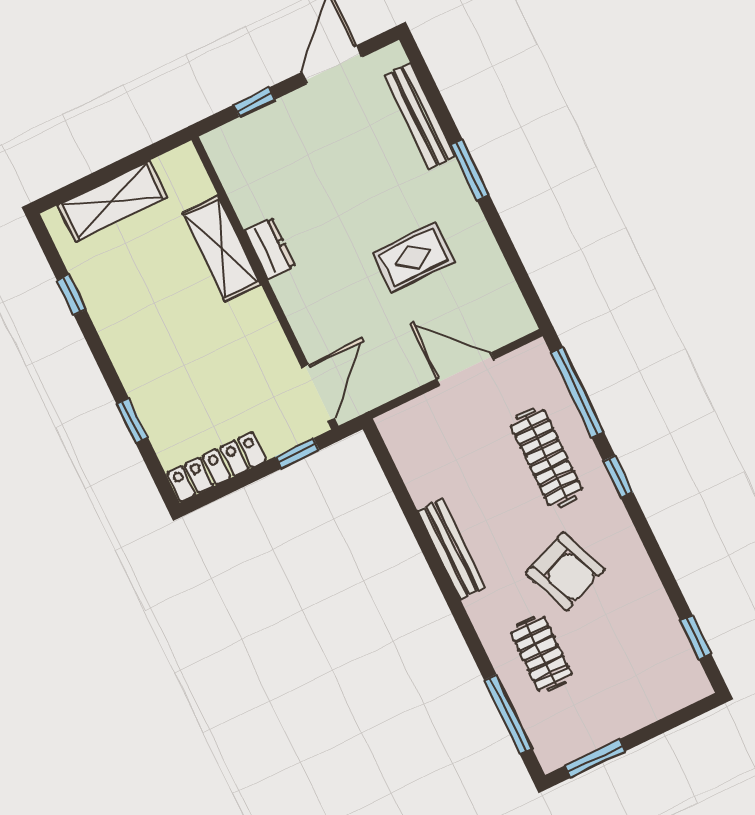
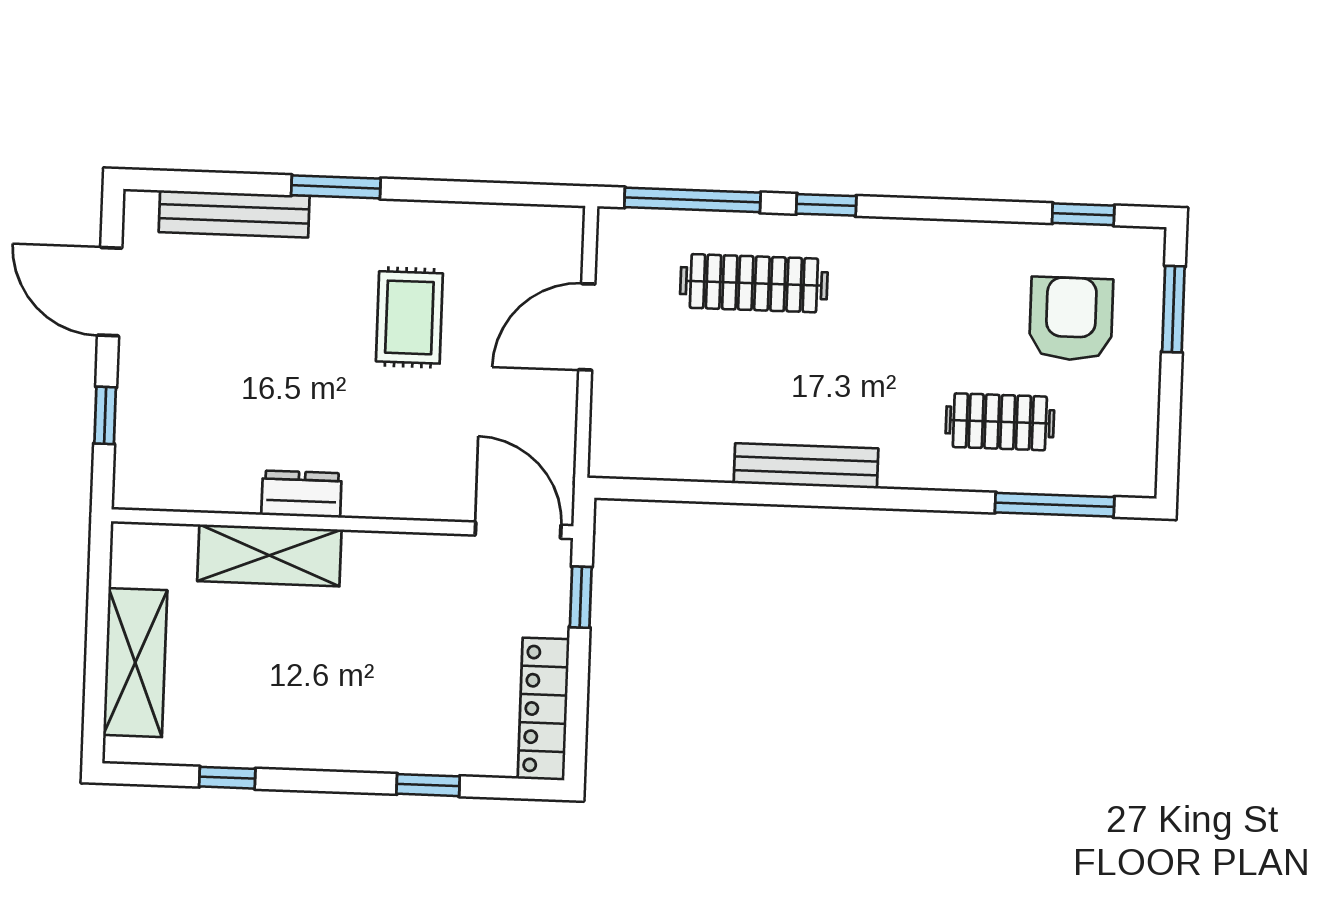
armchair: (565, 571) -> (1071, 319), moved, turned -68
window: (595, 758) -> (1173, 309), moved

